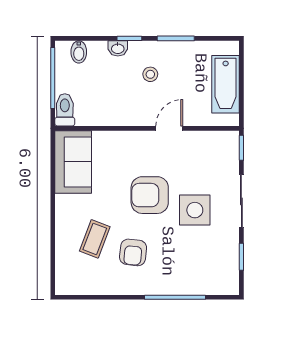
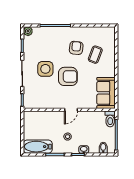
bathtub: (226, 84) -> (38, 147), moved, turned -90
door: (169, 128) -> (71, 110), moved
plant: (230, 286) -> (28, 31), added

